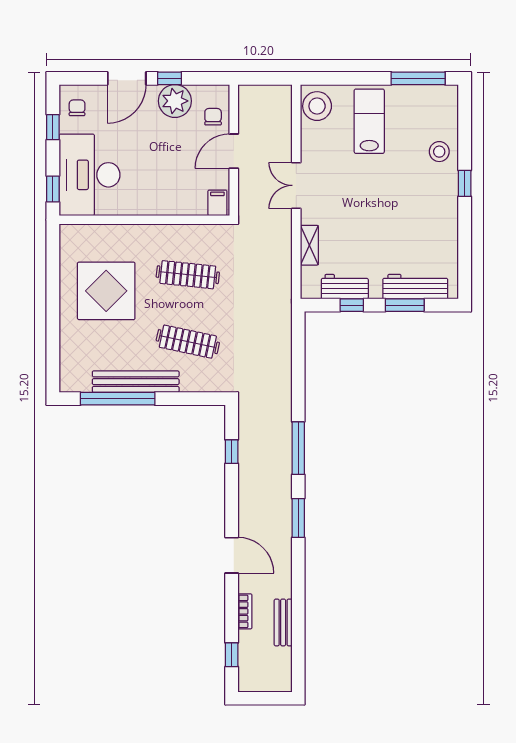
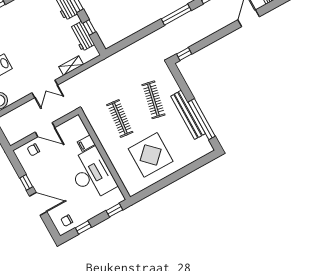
plant: (175, 101) -> (36, 173), removed
desk: (89, 175) -> (92, 174), moved, turned -90
filing cabinet: (217, 203) -> (86, 143), moved
window: (232, 452) -> (184, 54), moved

